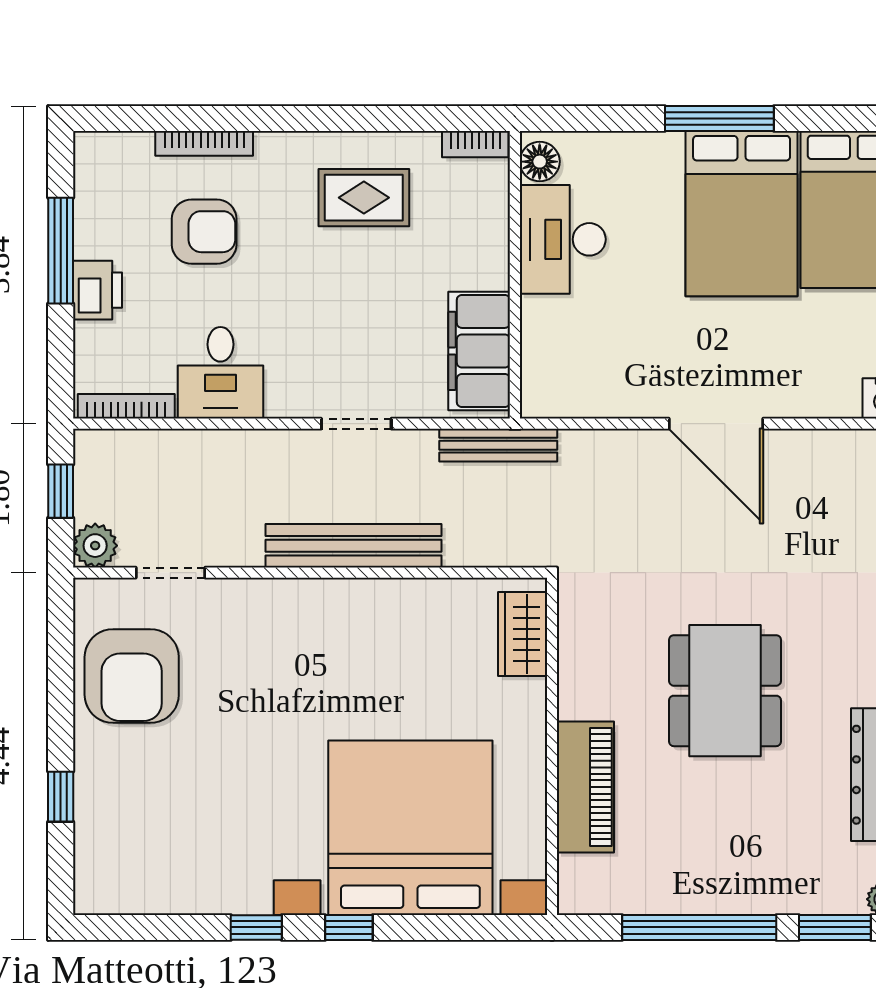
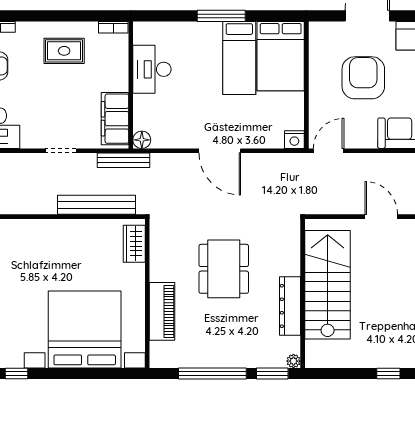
floor lamp: (540, 162) -> (142, 140), moved
bed: (742, 214) -> (239, 58), width x0.67
bench: (354, 546) -> (96, 205), moved
window: (349, 927) -> (57, 374), removed

